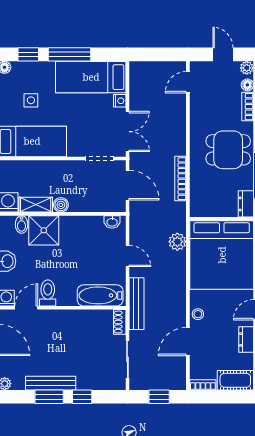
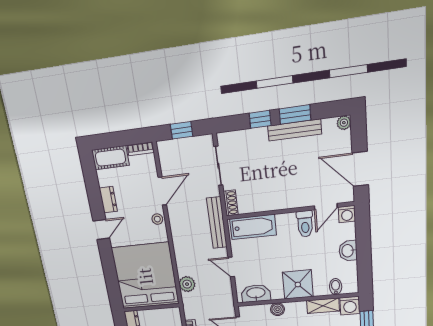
boiler: (61, 205) -> (278, 309), moved
washbasin: (112, 222) -> (256, 293), width x1.91, depth x1.45
shower: (44, 230) -> (298, 285), moved

